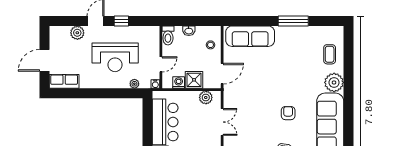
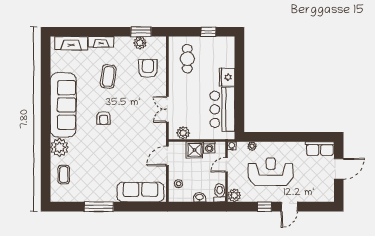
plant: (77, 33) -> (234, 195), moved

